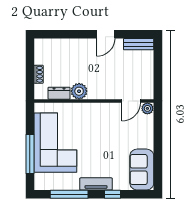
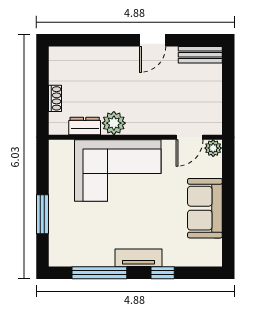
corner sofa: (55, 143) -> (118, 171), moved, turned 90
window: (30, 154) -> (42, 214), width x0.69
sofa: (142, 170) -> (205, 208), moved

